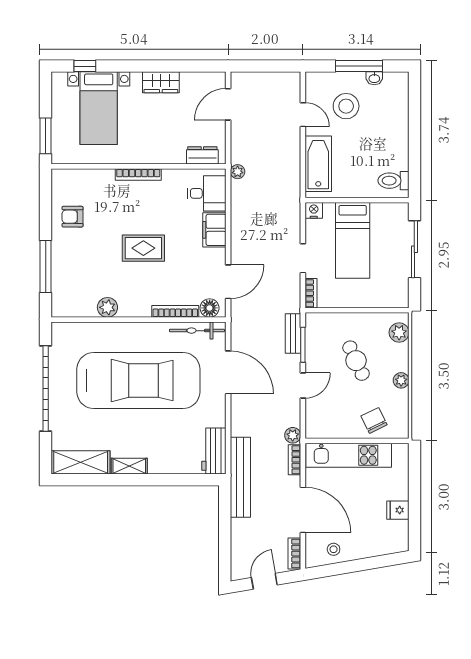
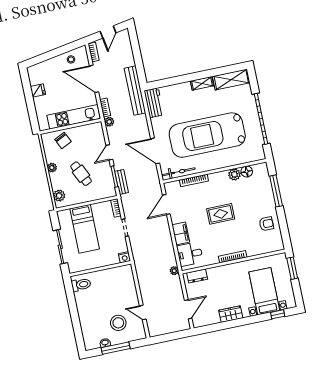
bathtub: (318, 164) -> (128, 285), removed
bed: (353, 240) -> (85, 229), moved, turned 180
floor lamp: (210, 308) -> (247, 172), moved

